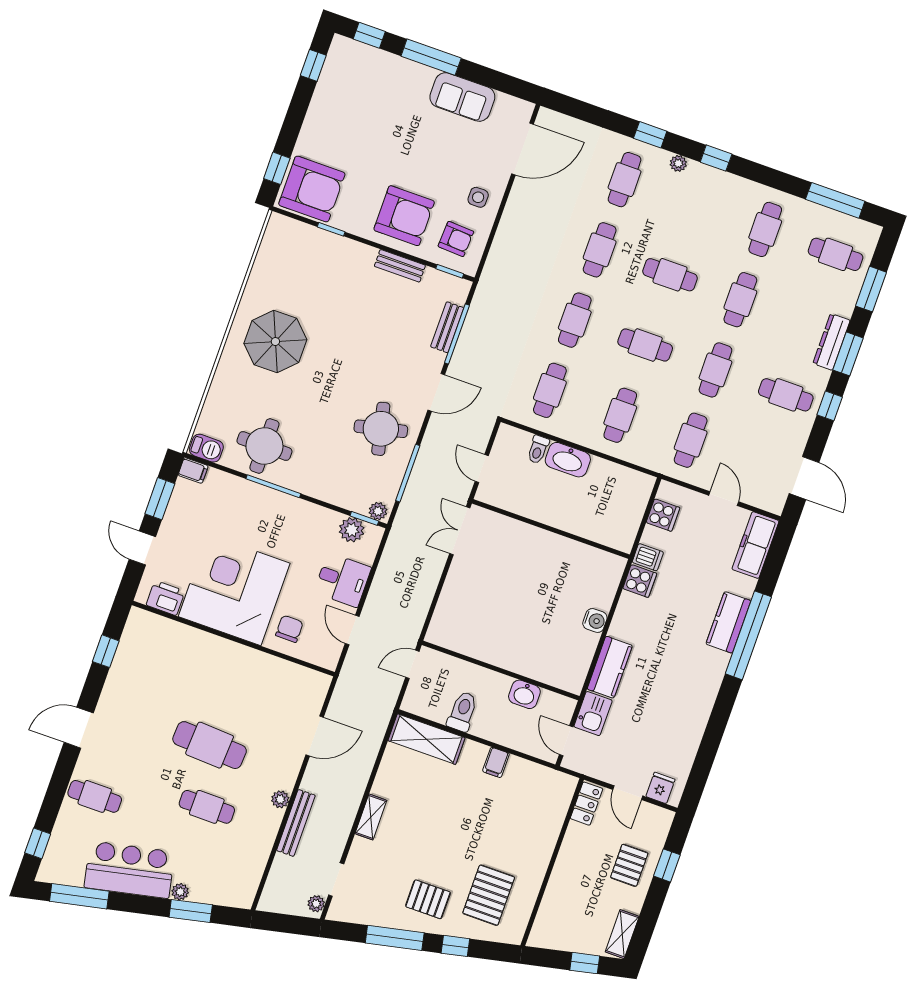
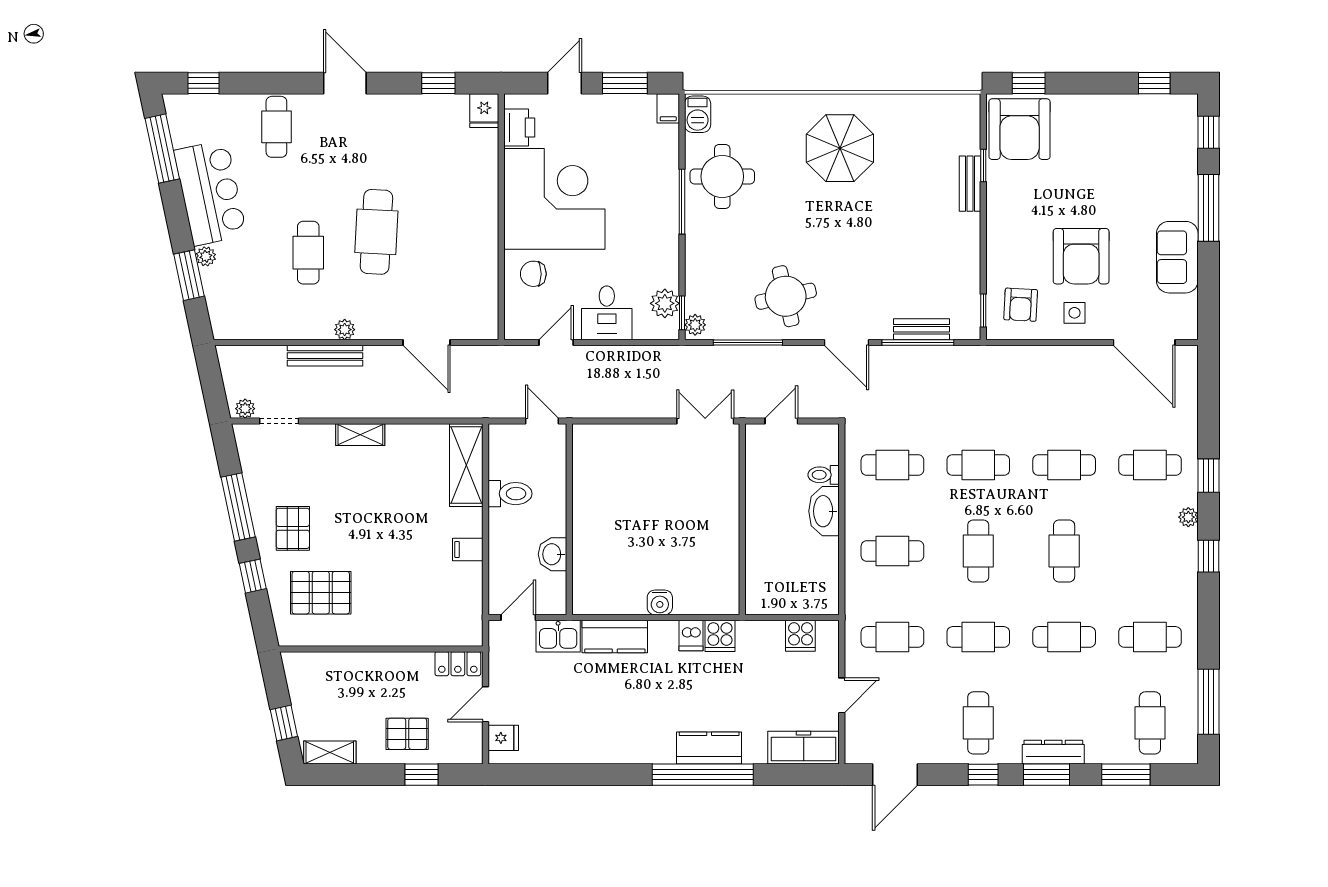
armchair: (404, 216) -> (1081, 256), moved
bench: (400, 266) -> (970, 184), moved
dishwasher: (648, 557) -> (691, 635), moved
fridge: (142, 622) -> (484, 111), added
chair: (289, 629) -> (533, 274), turned 180

